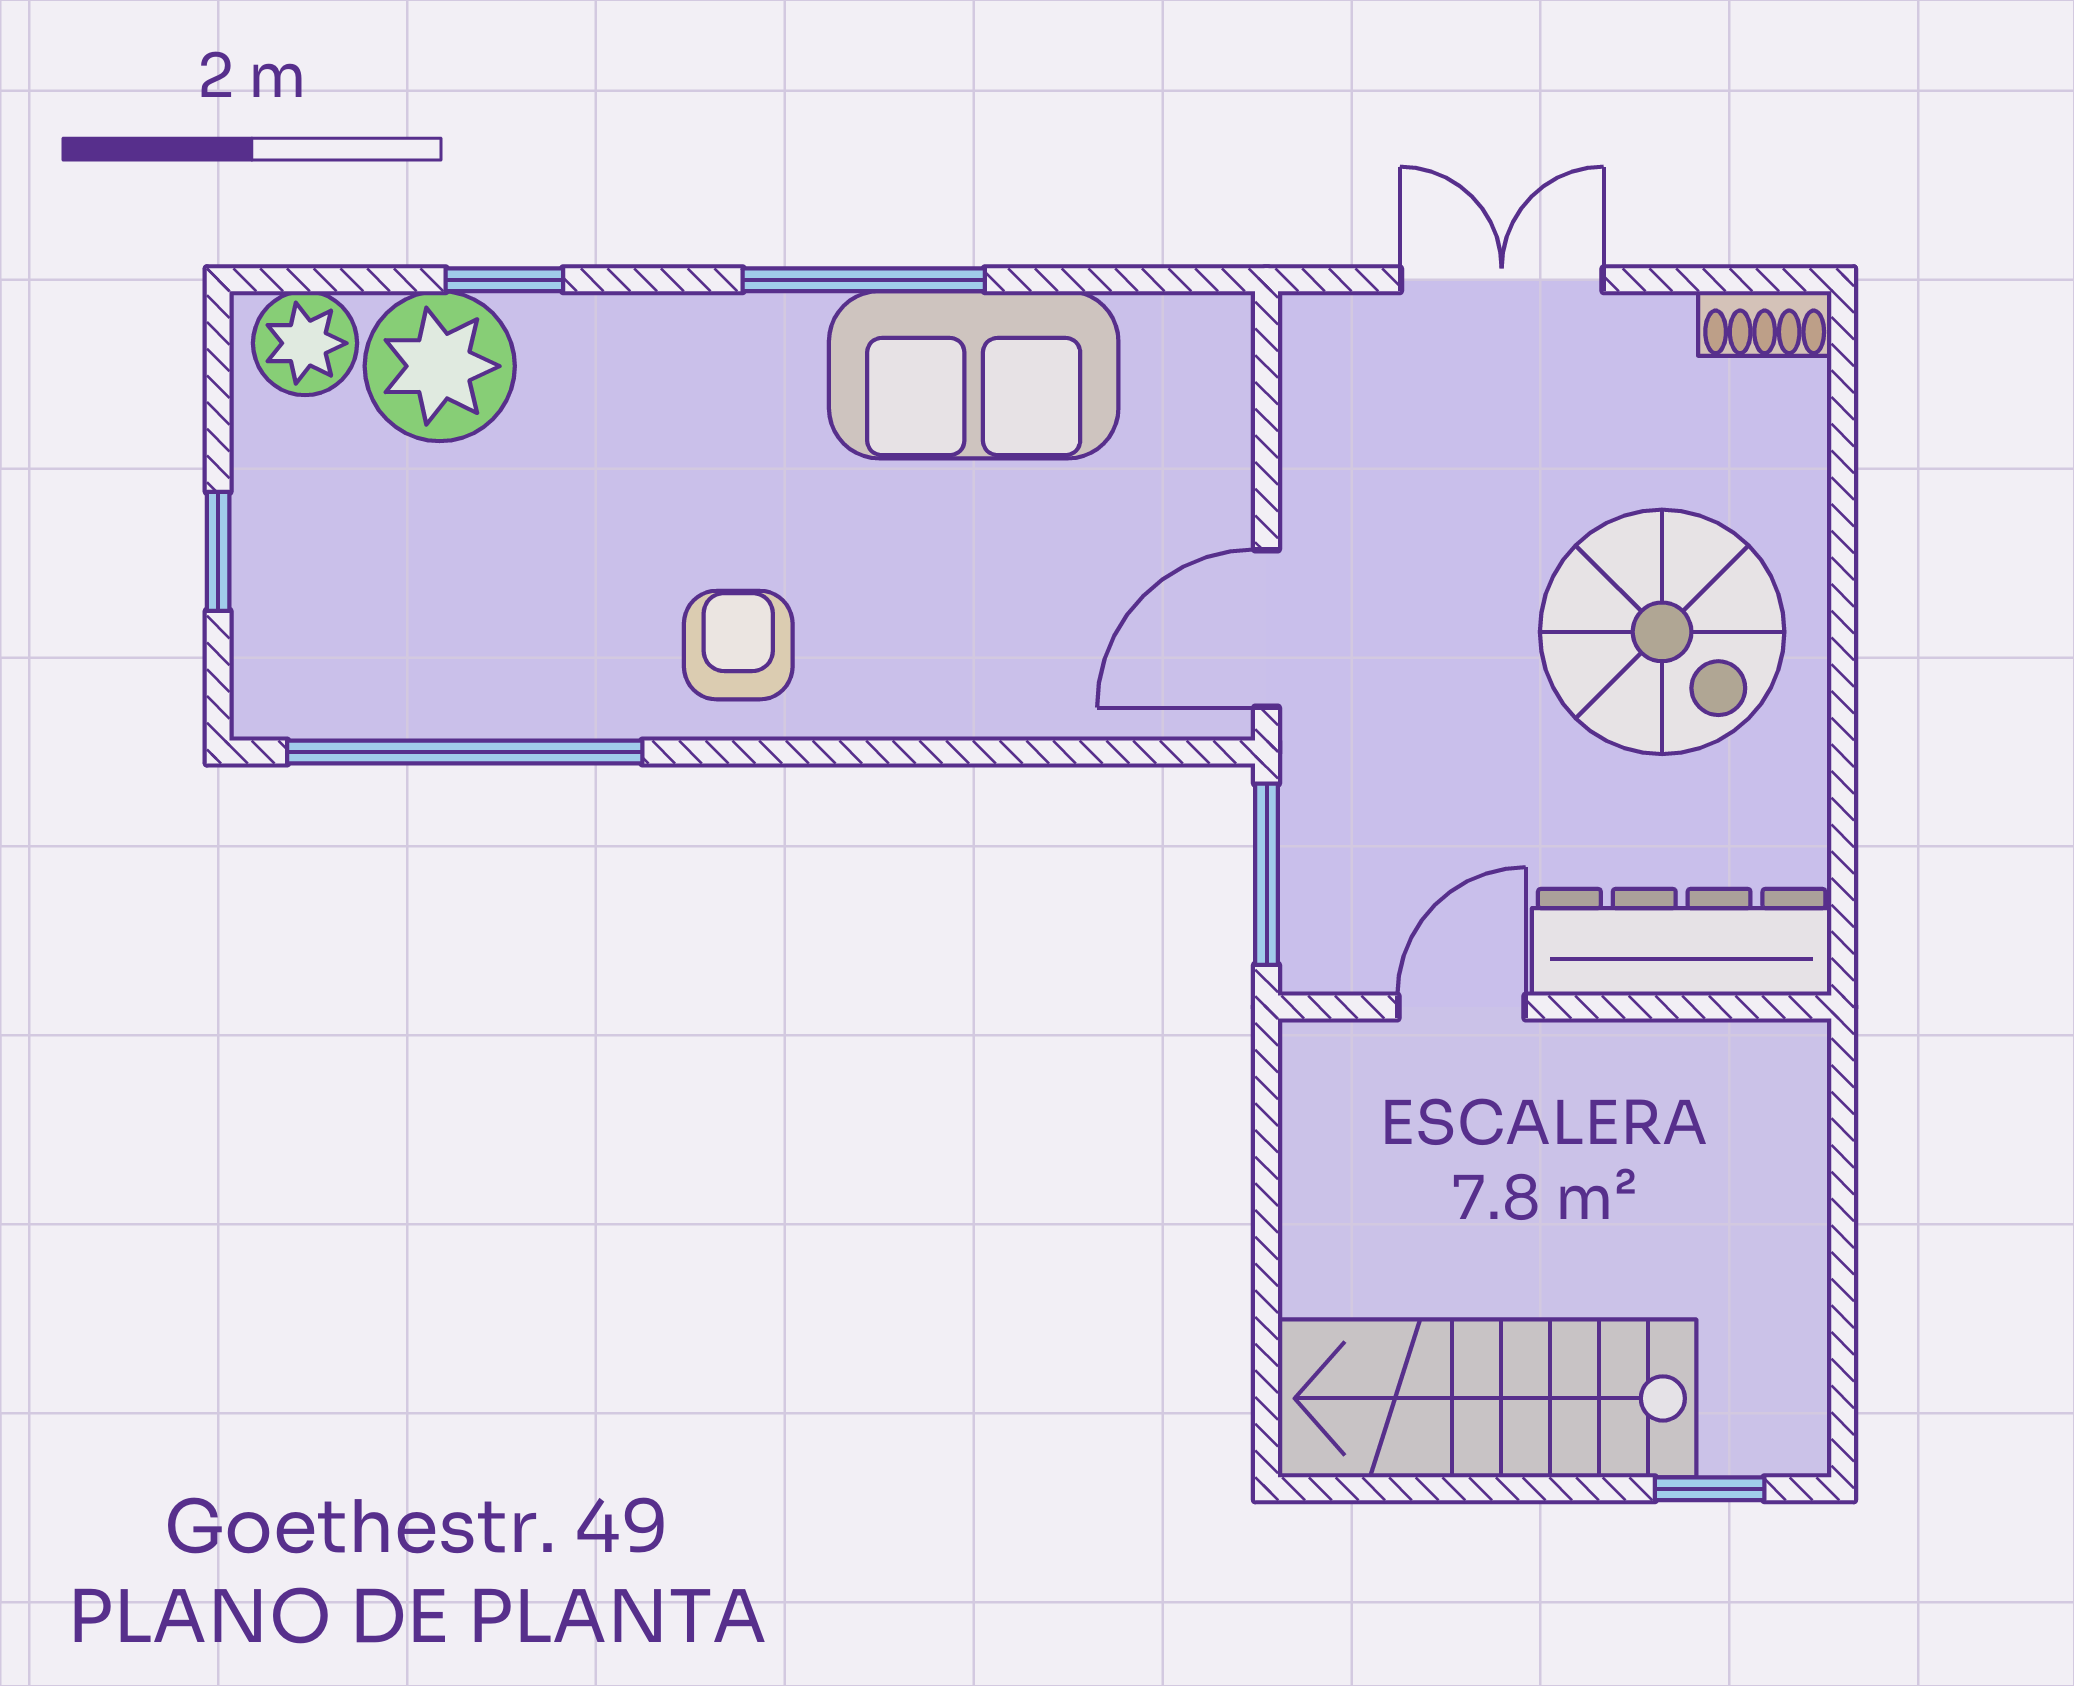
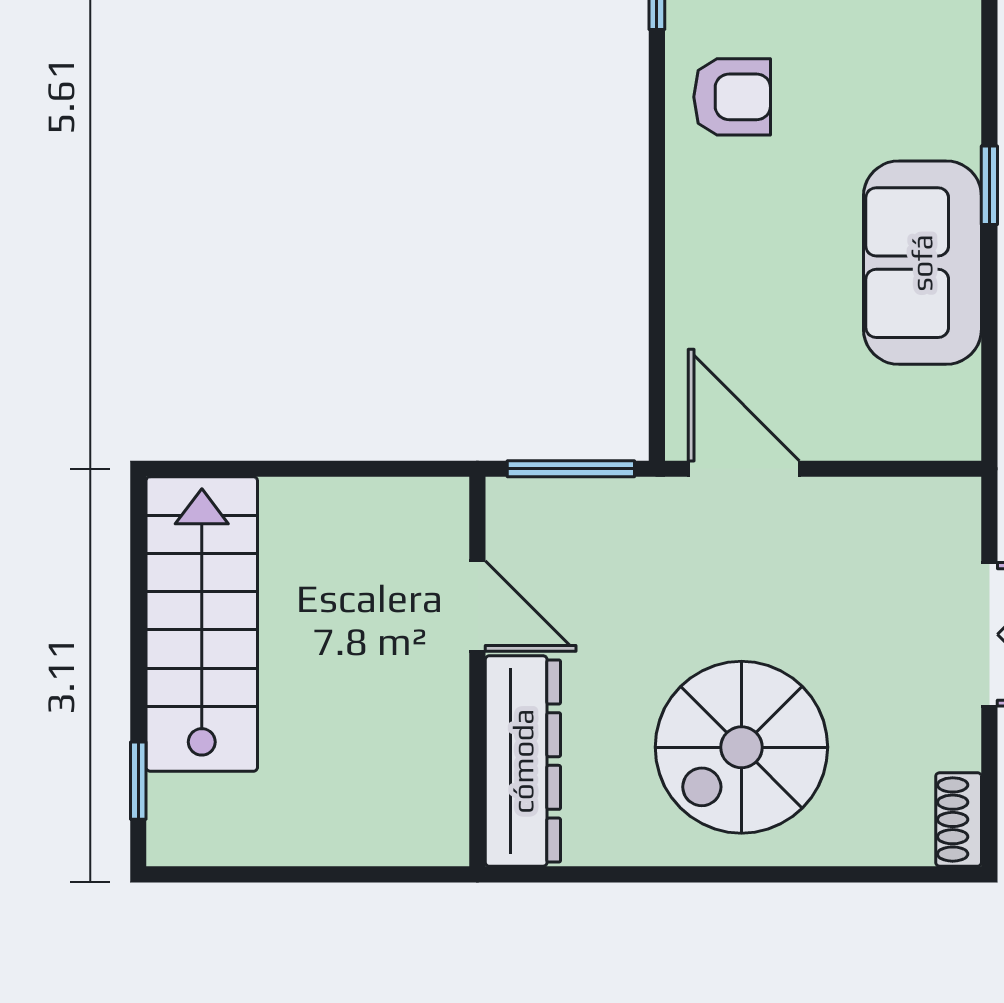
window: (864, 280) -> (989, 185), width x0.46

